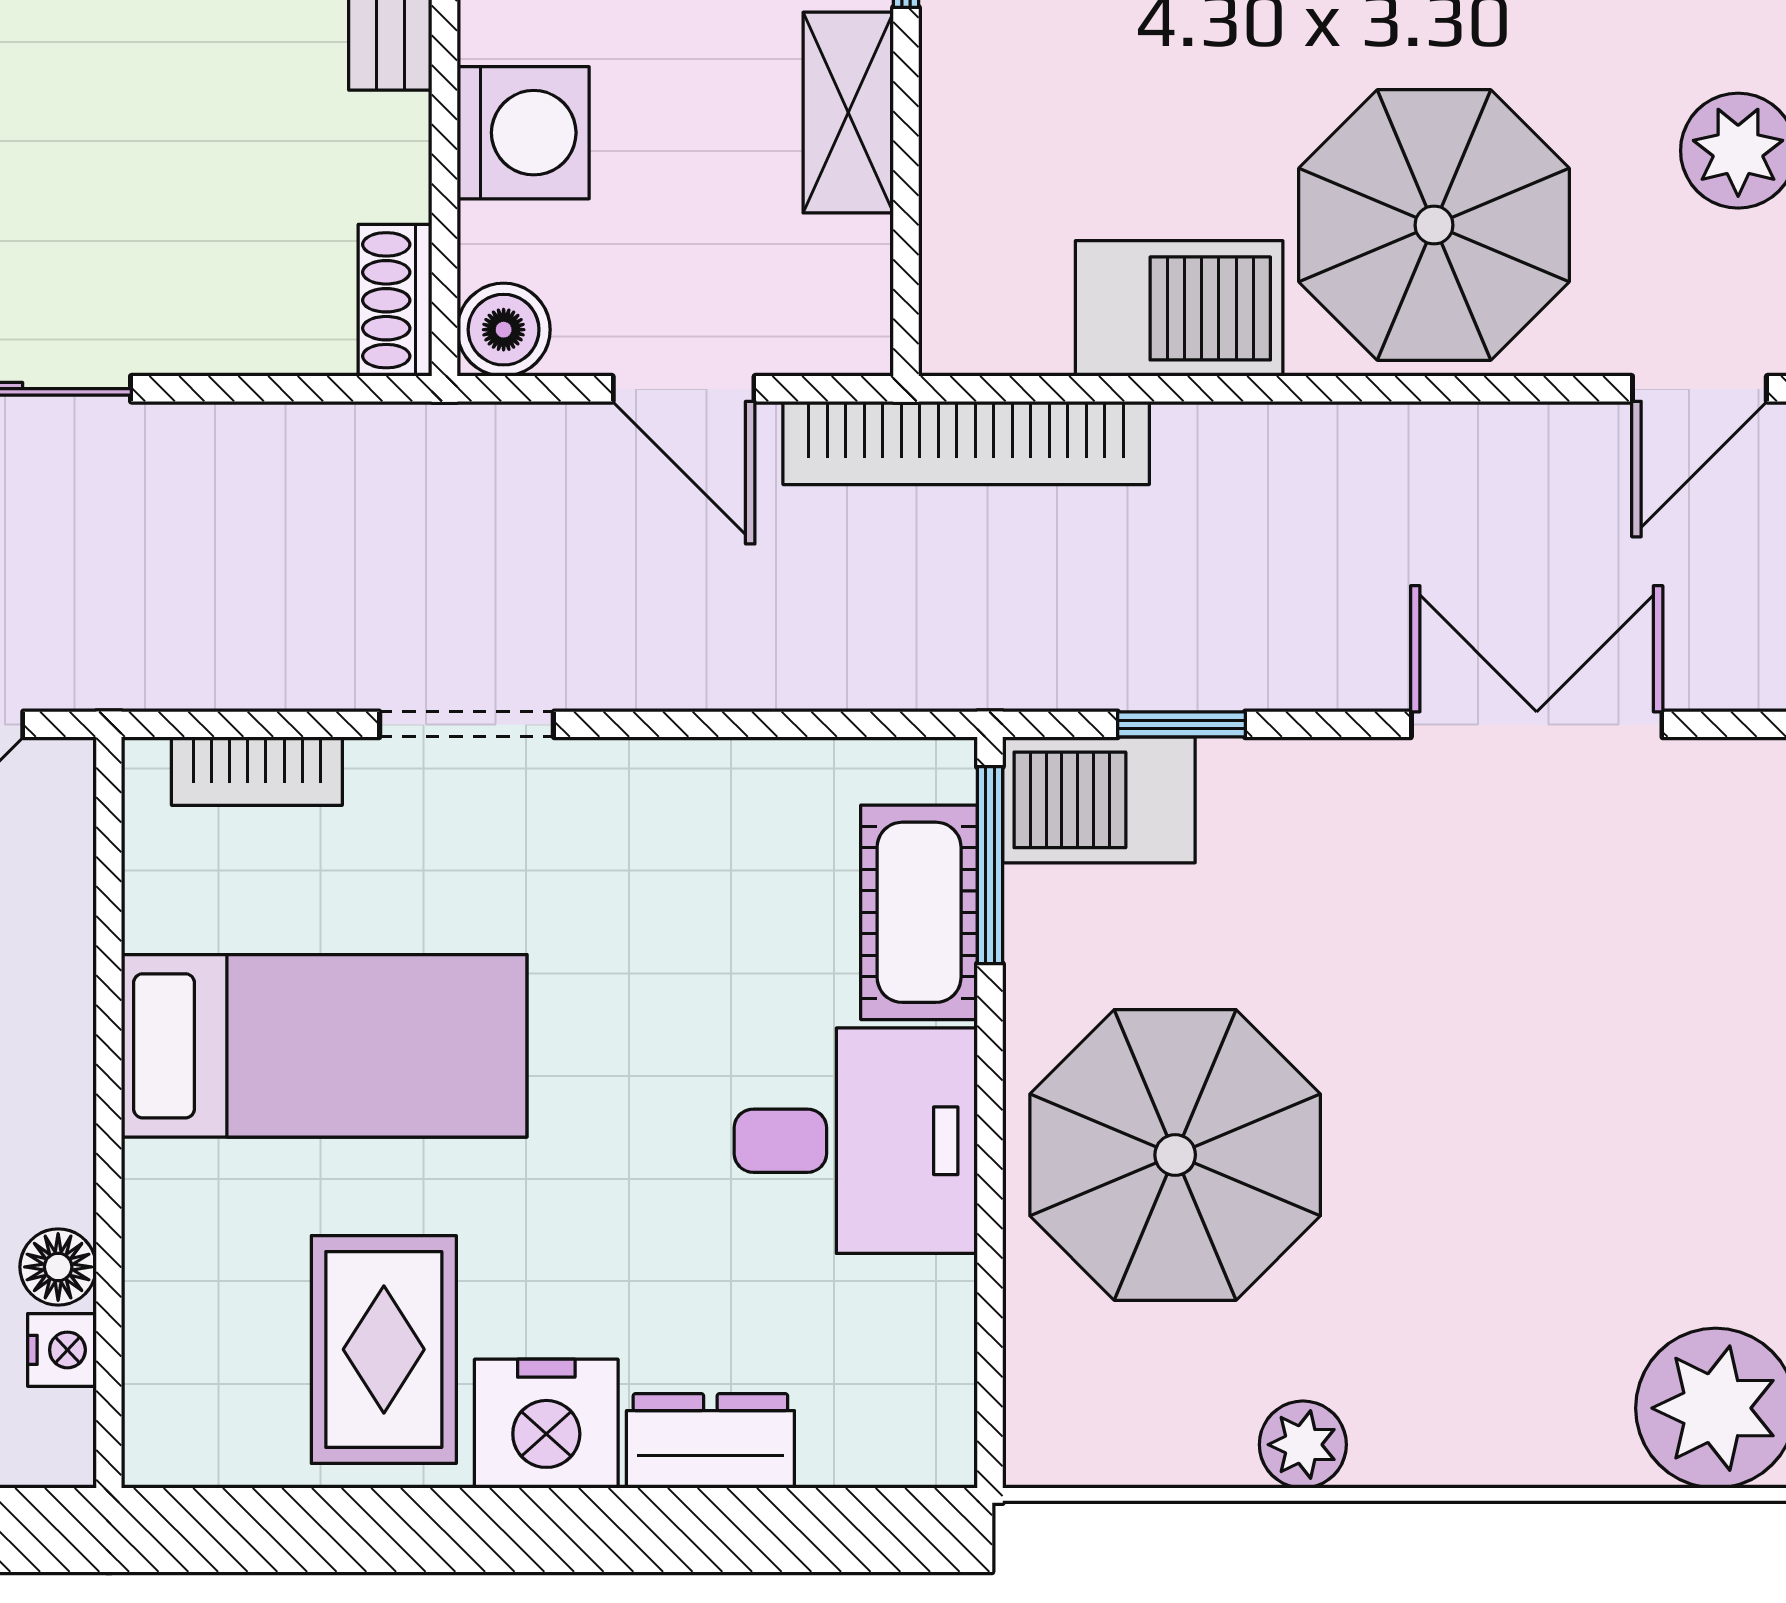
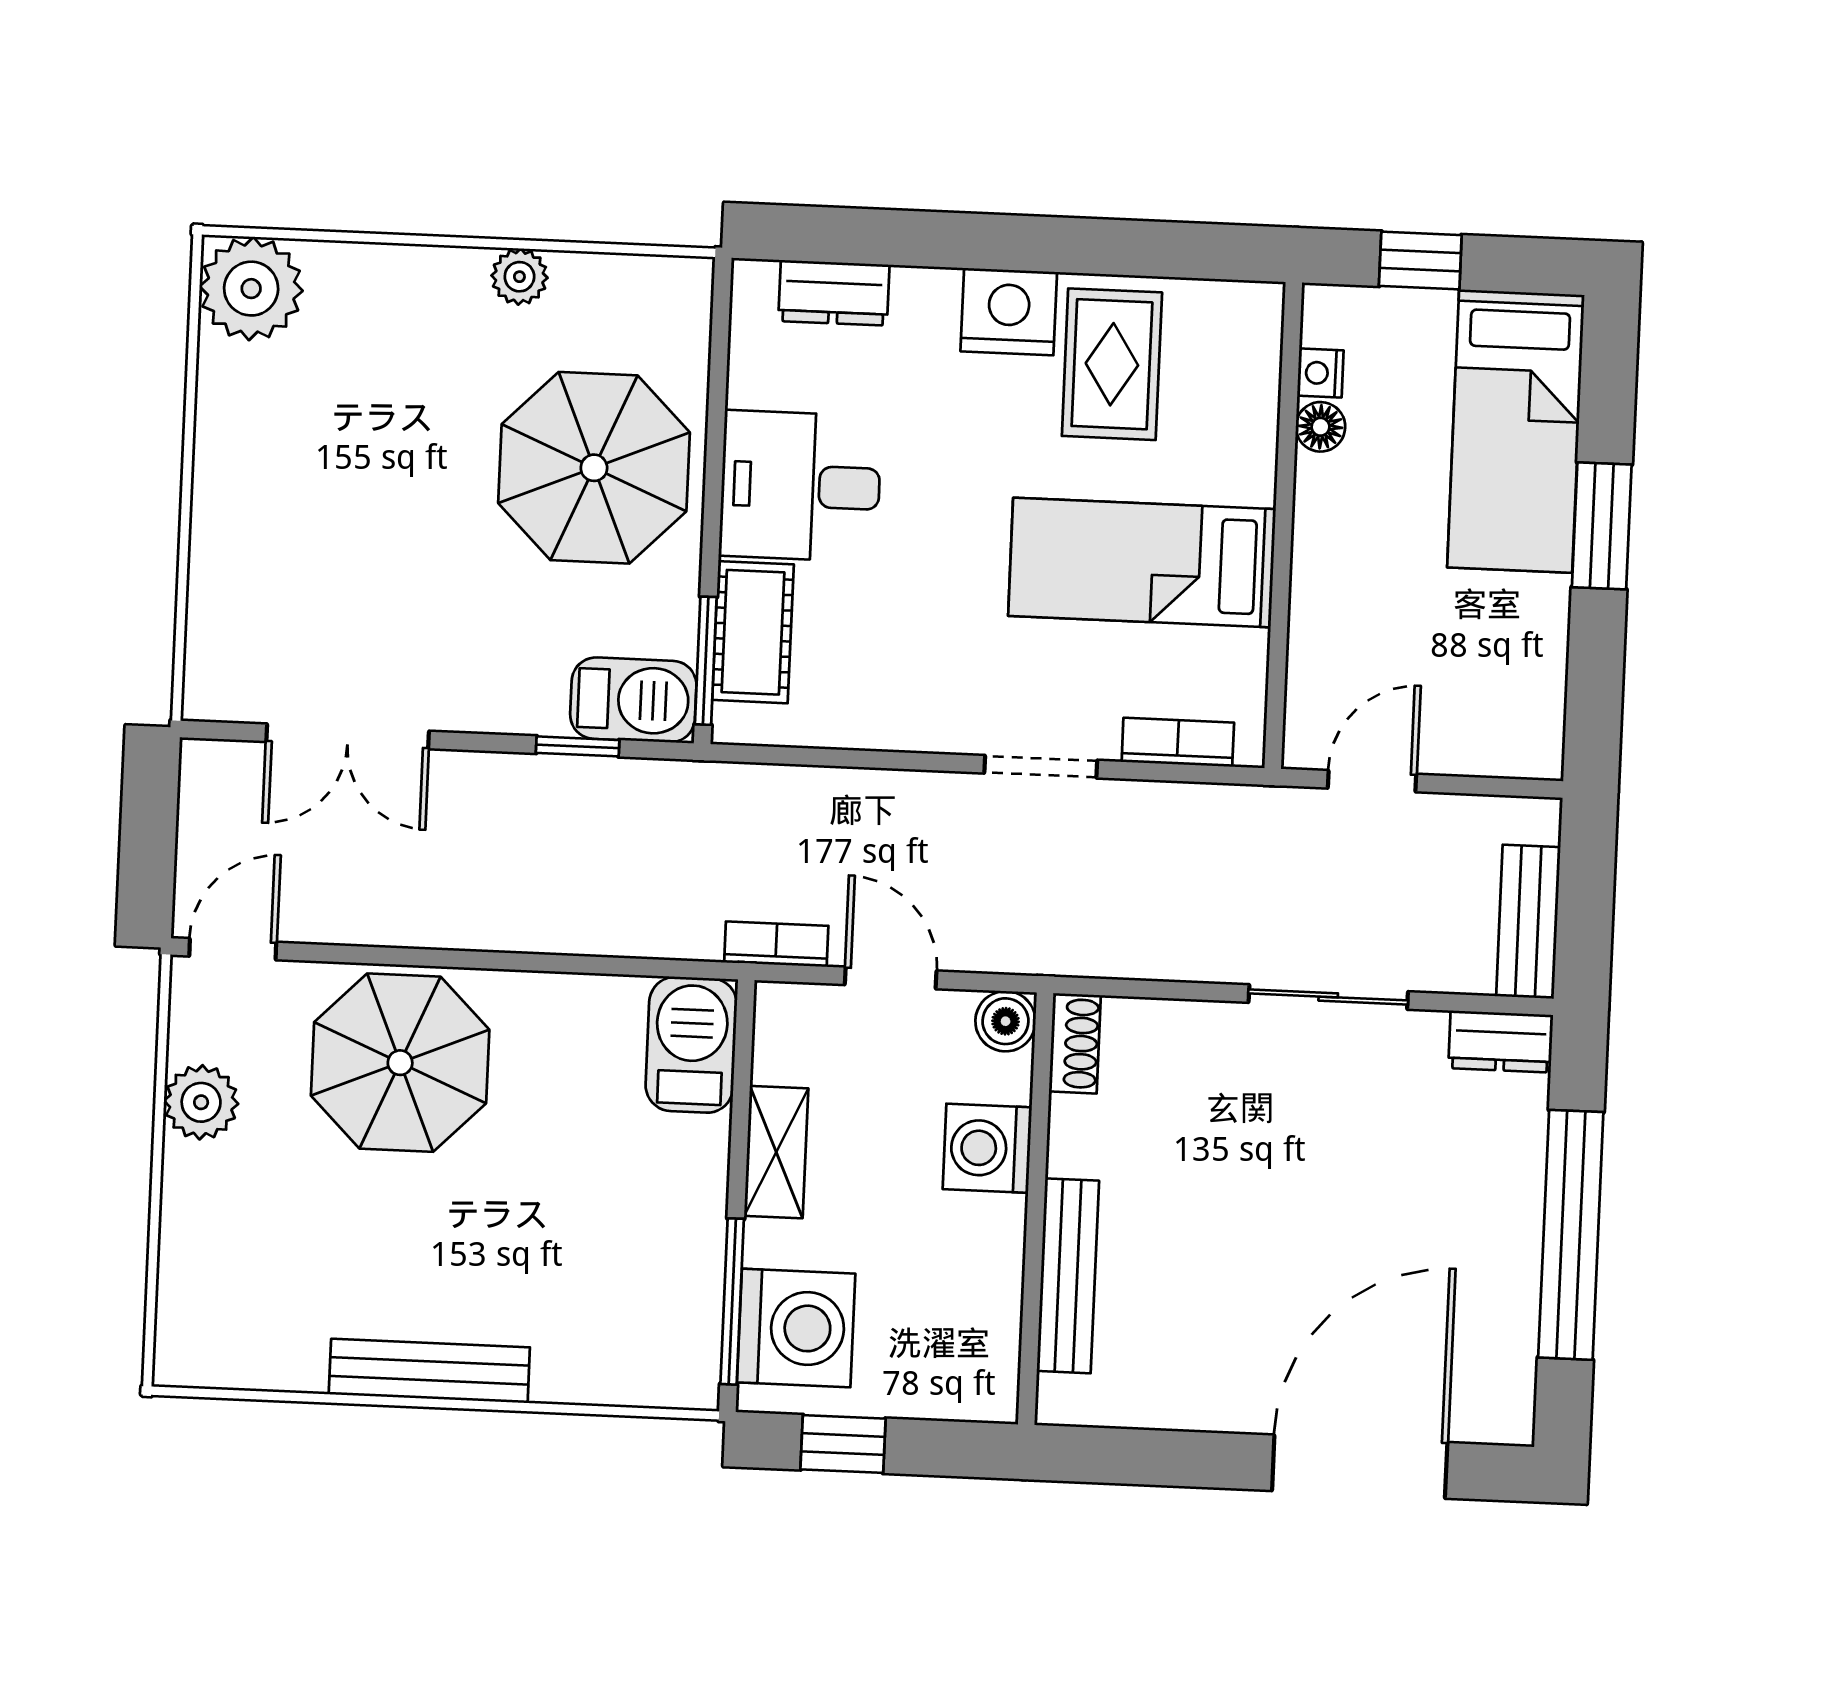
barbecue: (1179, 308) -> (691, 1045), moved, turned 90
bookcase: (966, 443) -> (776, 944), width x0.43, depth x0.76
dresser: (710, 1441) -> (834, 293), moved

